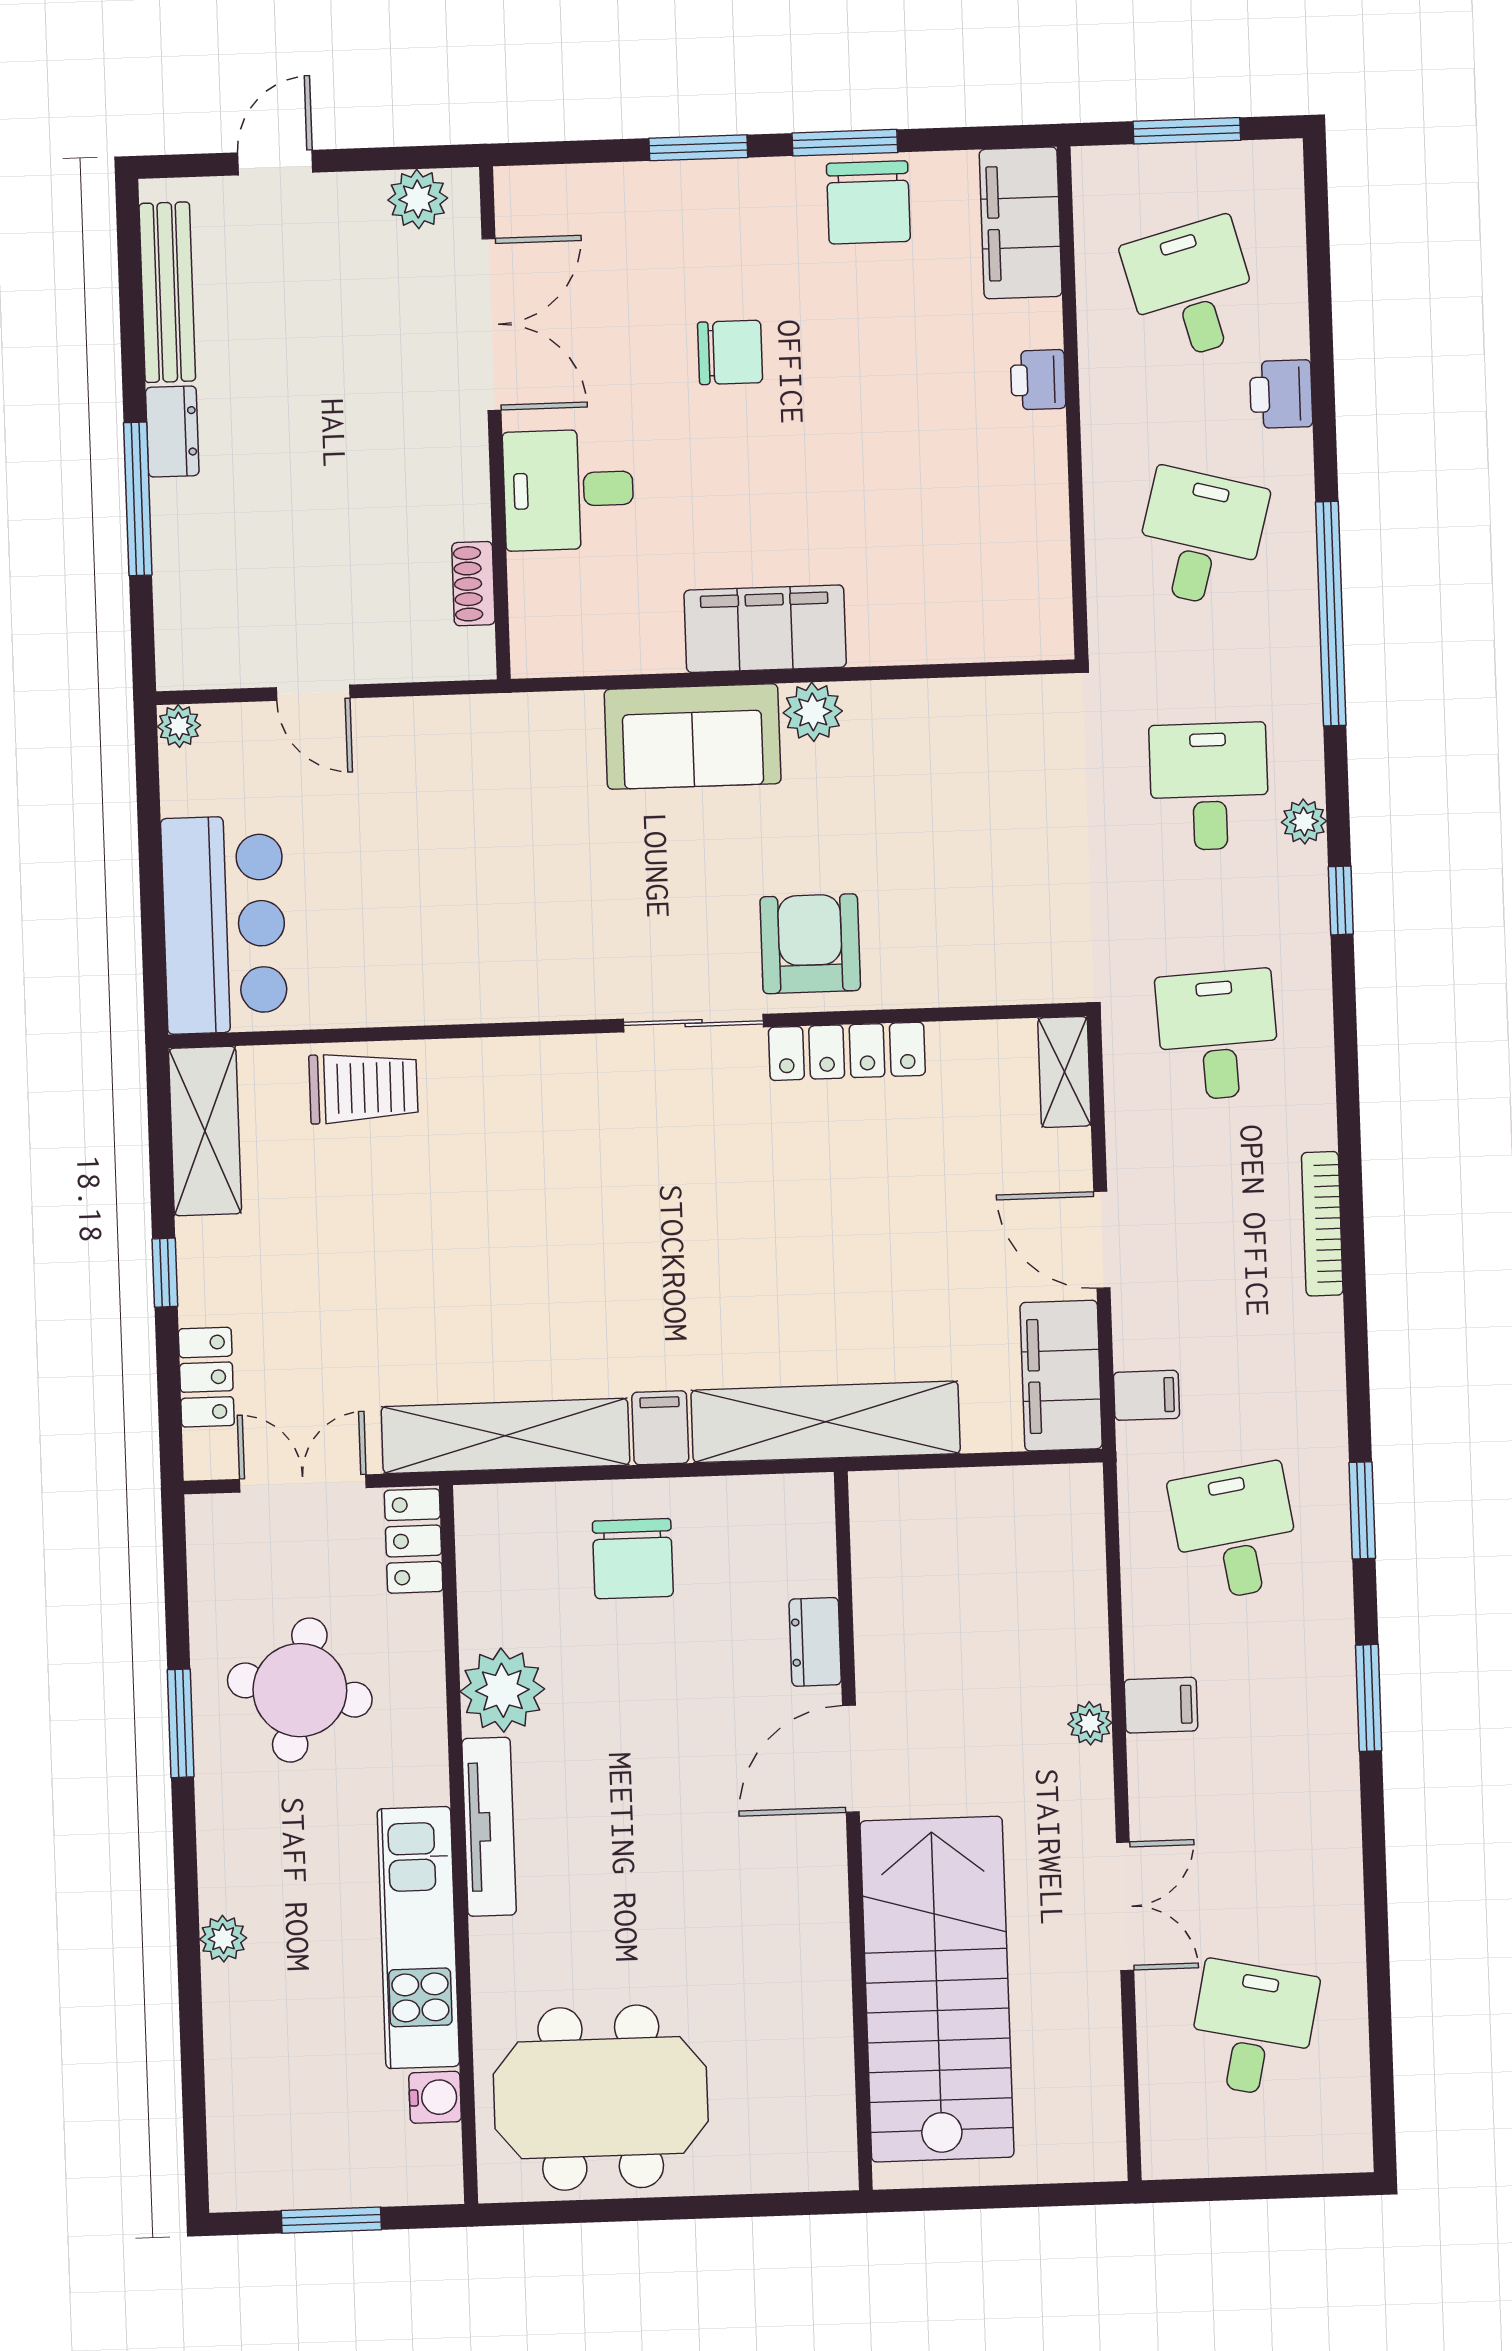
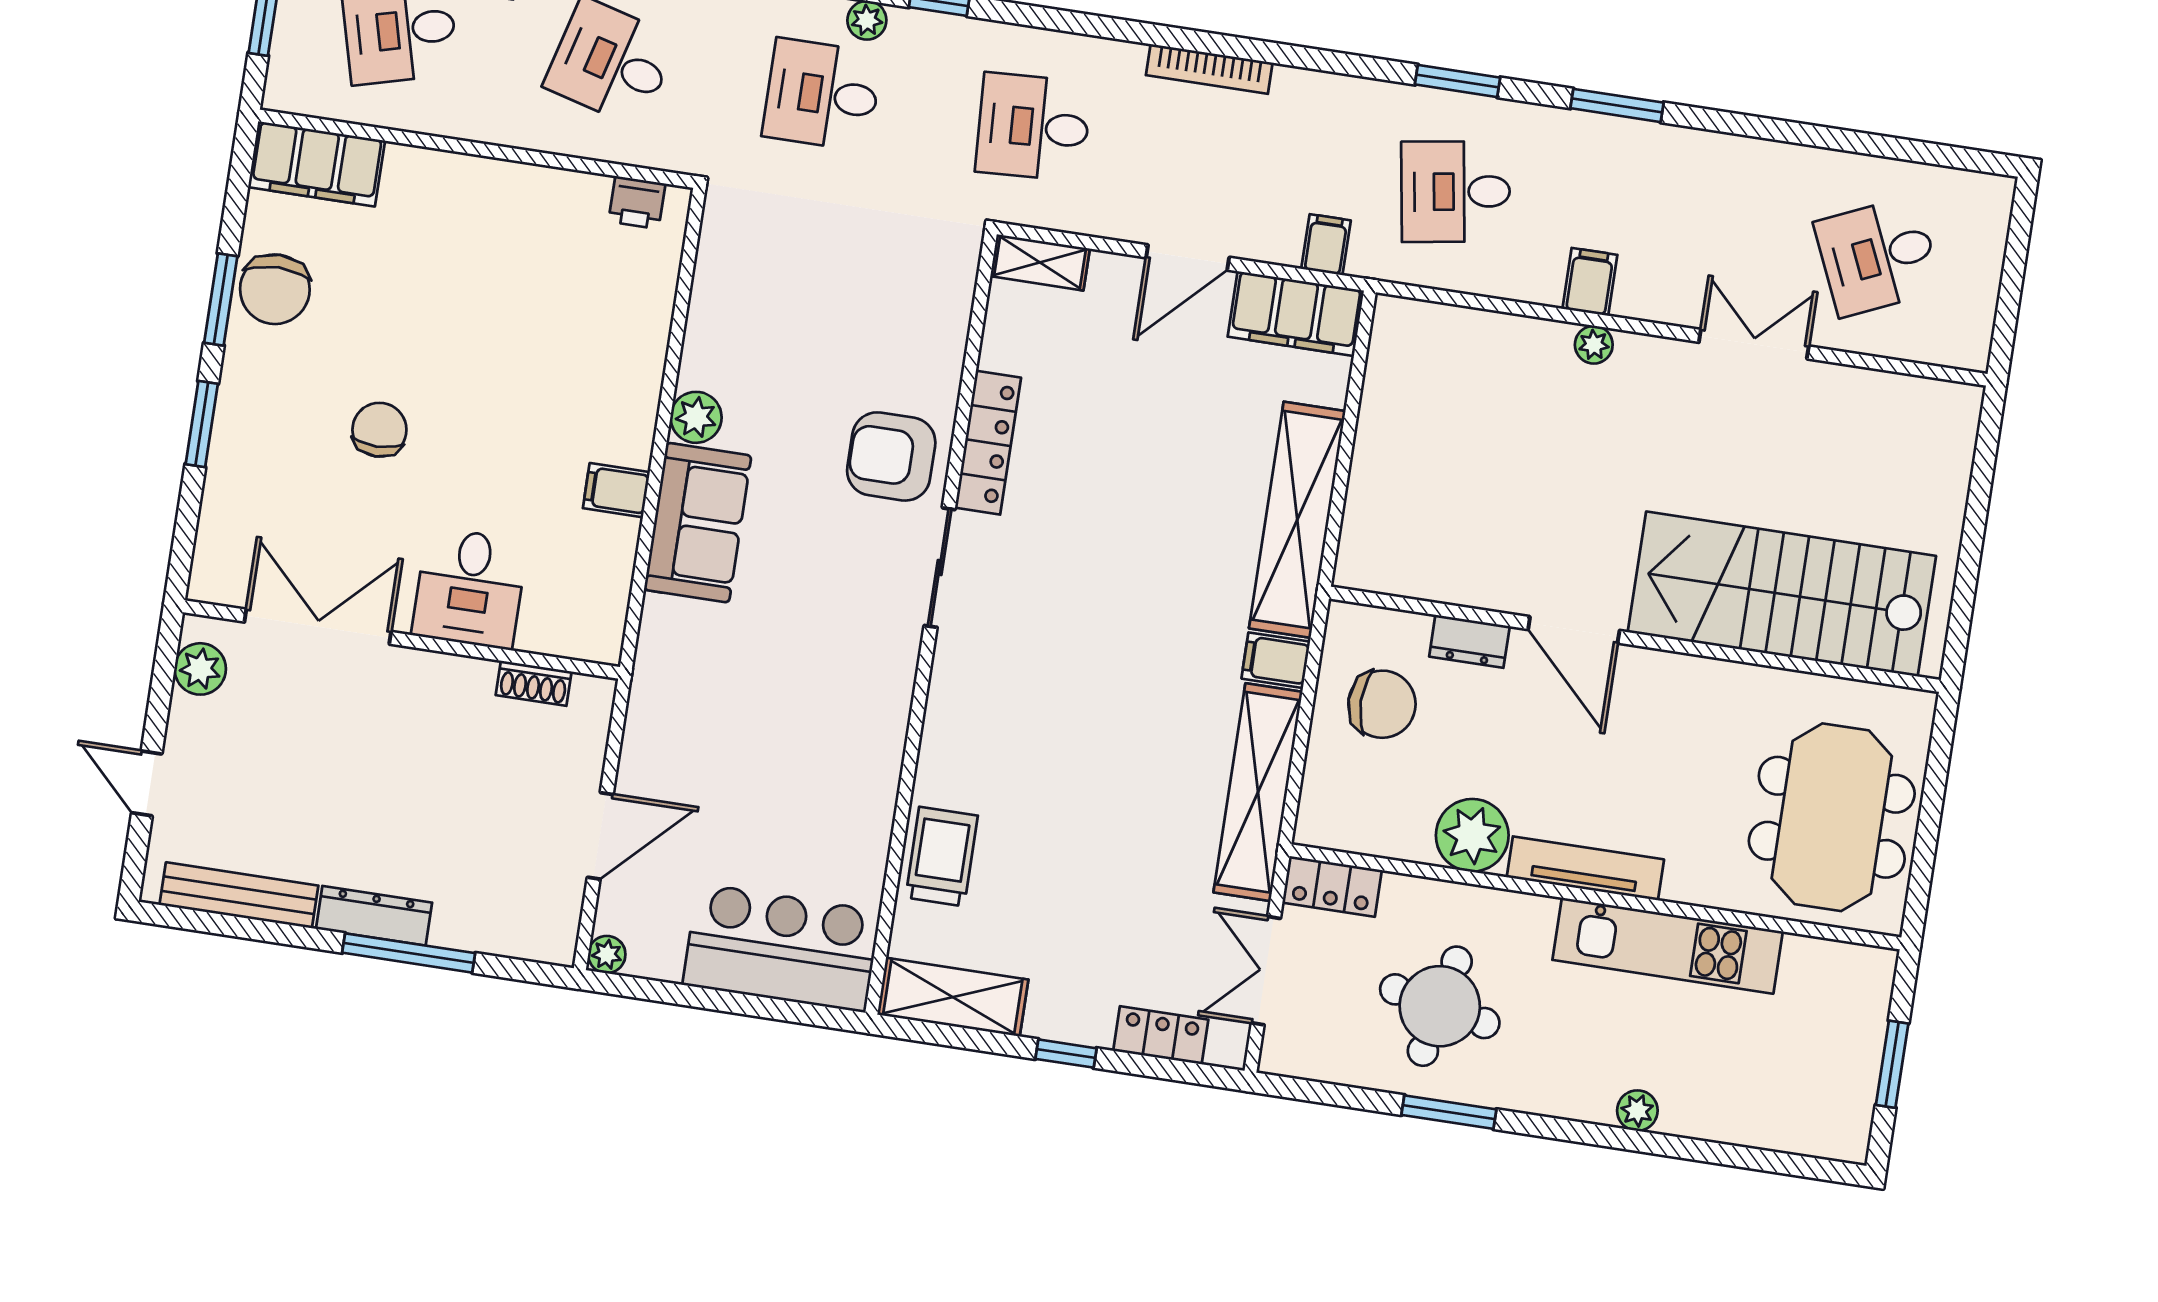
chair: (868, 202) -> (275, 289), turned 90
printer: (1038, 380) -> (637, 203), moved
dresser: (172, 432) -> (374, 916), width x1.44
filing cabinet: (765, 629) -> (616, 490), width x0.33, depth x0.86
door: (313, 693) -> (600, 836), width x1.38
dresser: (815, 1642) -> (1469, 641), moved
door: (851, 1759) -> (1574, 630), moved
wall: (853, 1831) -> (1635, 639), moved
stairs: (937, 1989) -> (1782, 594), moved
desk: (1253, 2029) -> (1878, 256), turned -36
water cooler: (435, 2097) -> (1805, 957), removed

